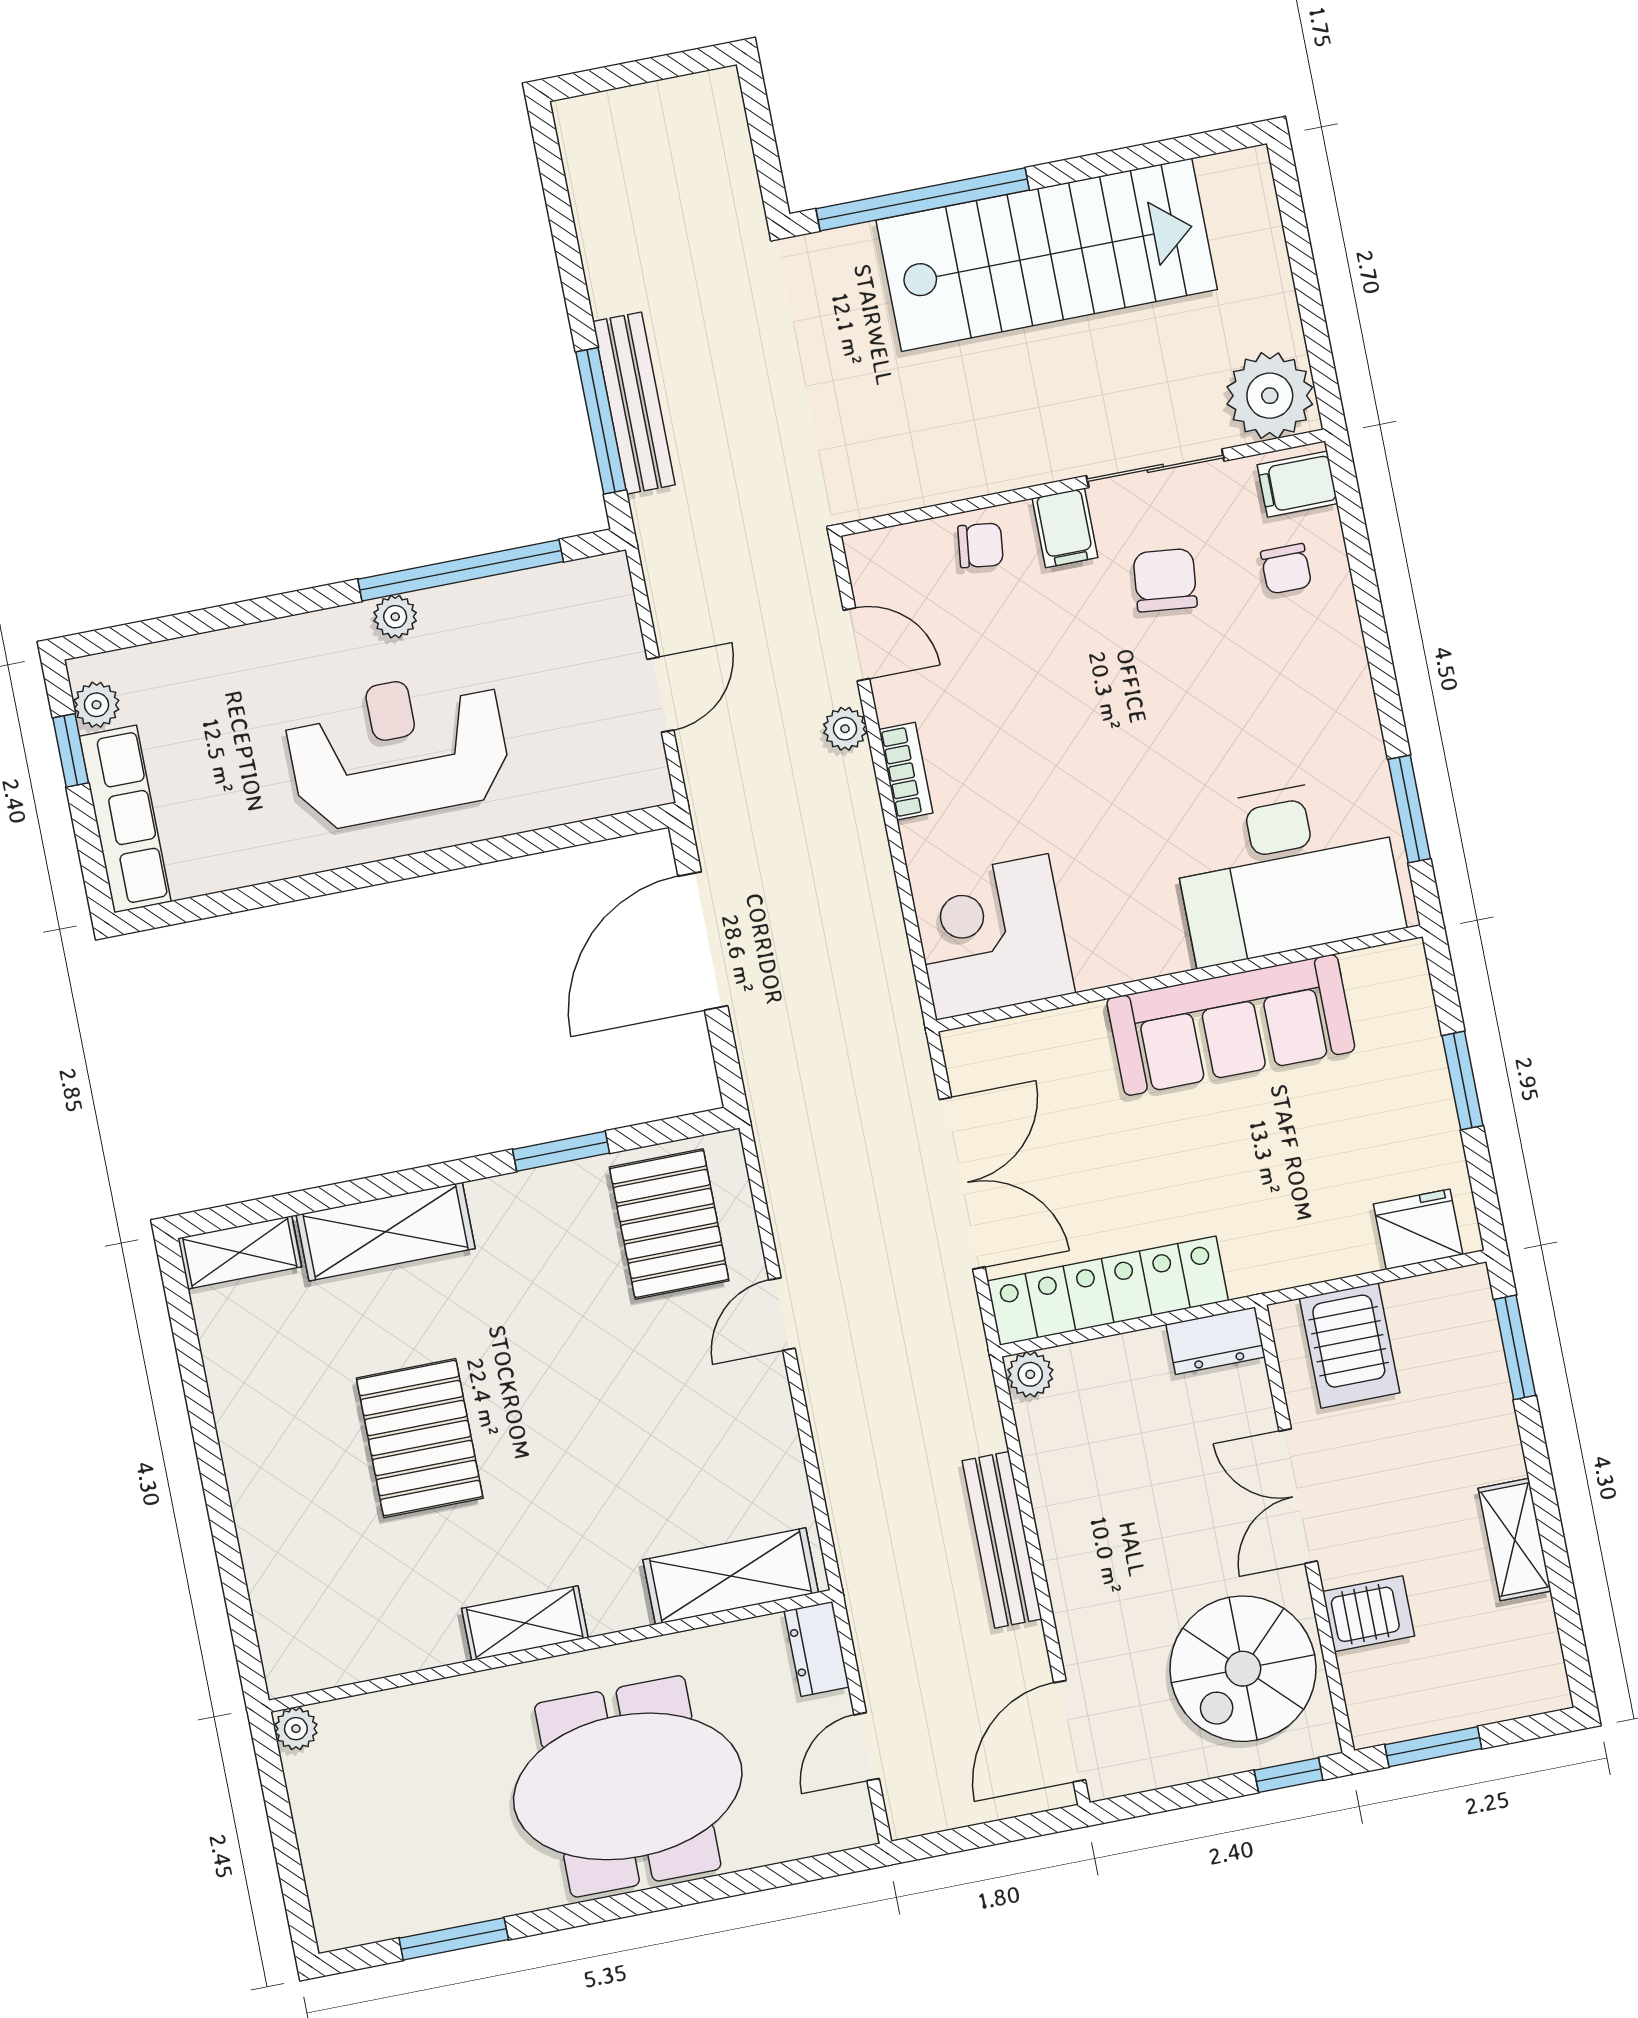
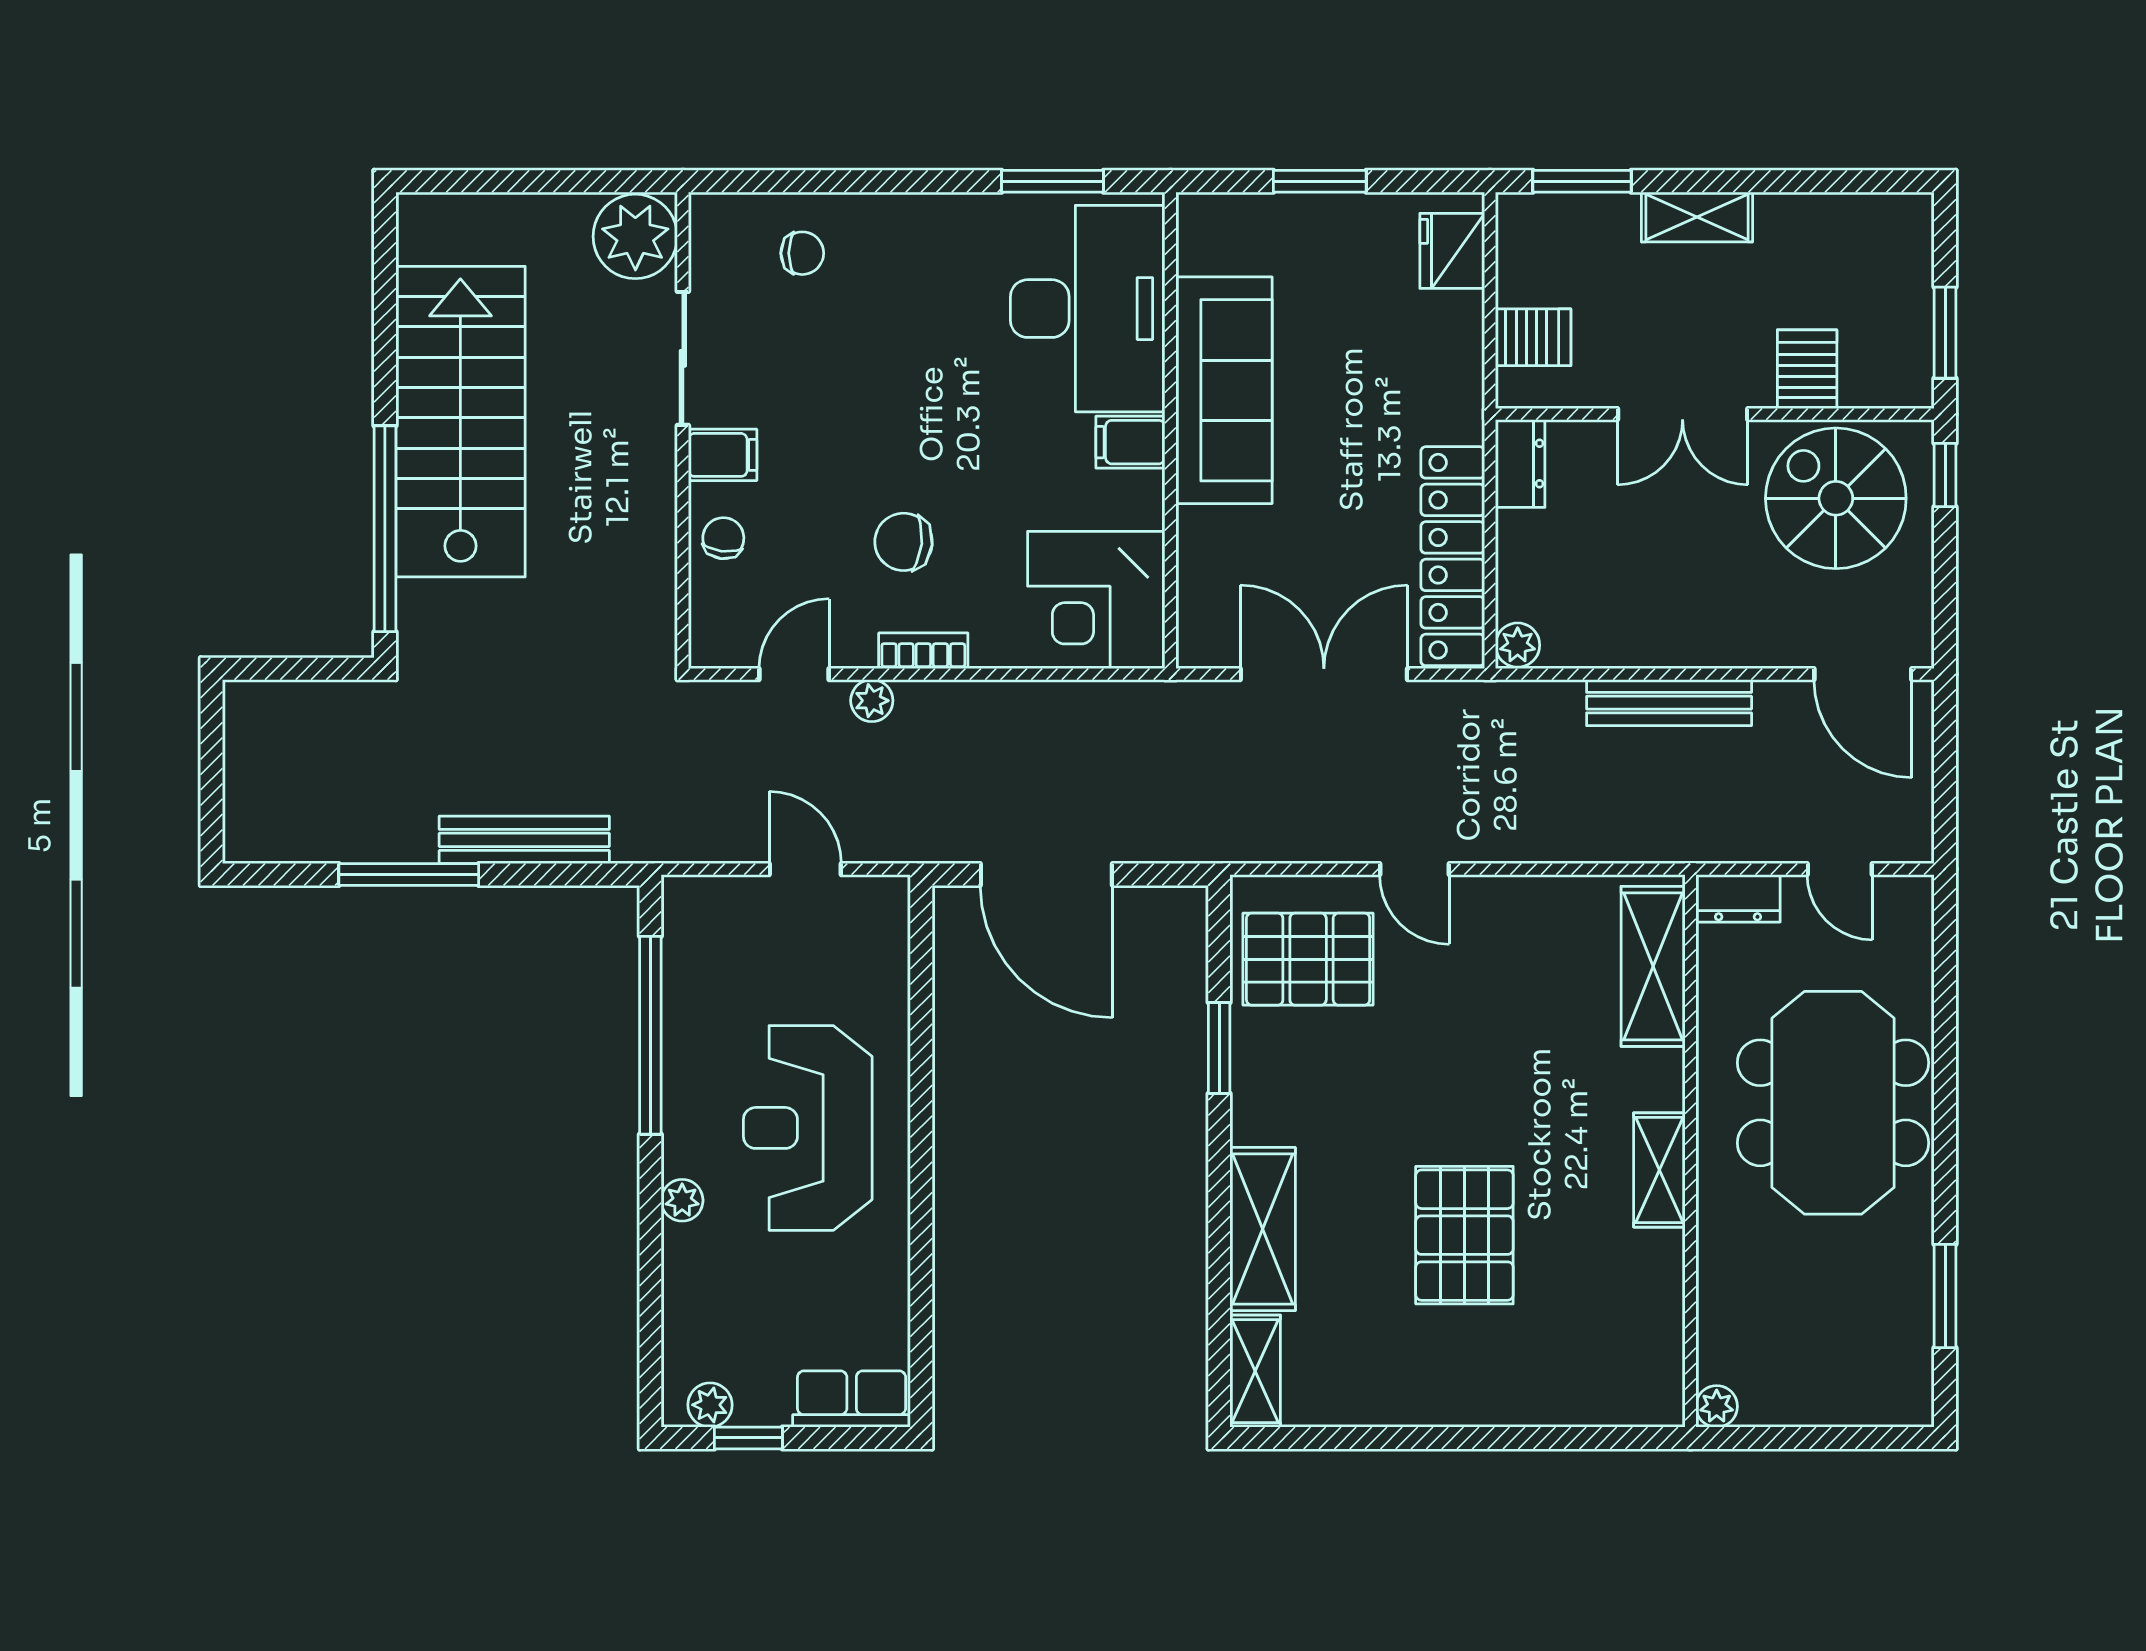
window: (601, 421) -> (409, 875), moved
filing cabinet: (1298, 484) -> (1130, 442), moved, turned 90
chair: (1165, 580) -> (904, 542), moved
plant: (395, 617) -> (682, 1200), moved
row of seats: (125, 819) -> (852, 1399), width x0.68
server rack: (1350, 1346) -> (1533, 337), width x0.73, depth x0.70
pallet: (420, 1438) -> (1464, 1235), turned 90
shelving: (1515, 1540) -> (1697, 217), moved
spiral stairs: (1243, 1669) -> (1836, 498), turned 180

